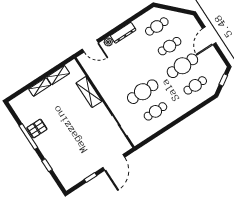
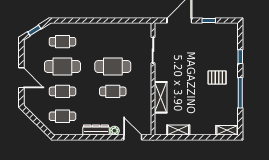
door: (209, 36) -> (21, 78), hinge flipped
shelving: (40, 87) -> (227, 130), moved
cafe table: (155, 111) -> (113, 91), moved
pallet: (37, 129) -> (217, 78), moved

